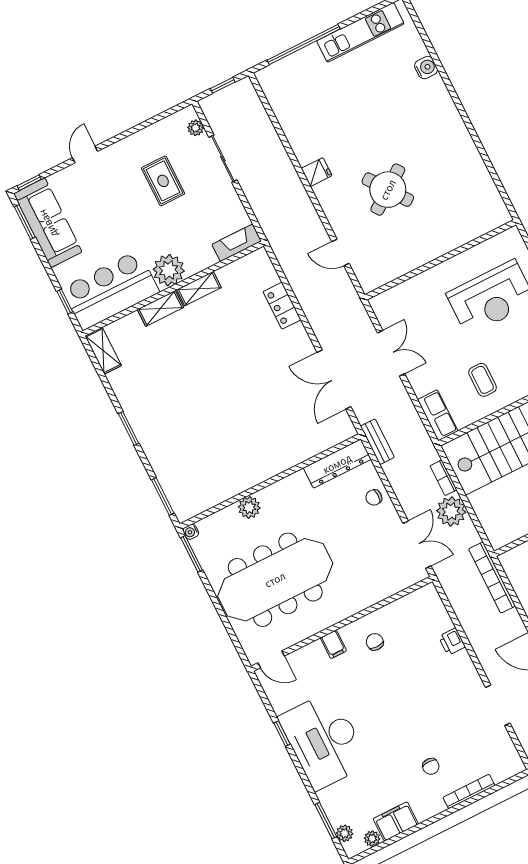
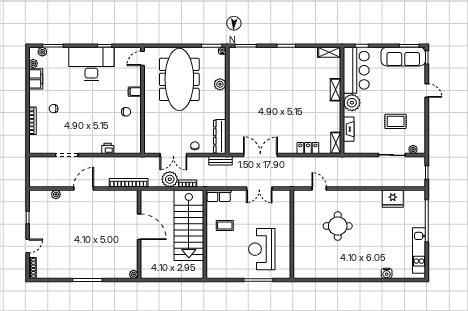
fridge: (317, 172) -> (393, 199), moved, width x1.88, depth x1.34
round table: (388, 190) -> (338, 226), turned 36
fireplace: (237, 243) -> (349, 129), moved
door: (340, 252) -> (319, 189), hinge flipped
shelving: (199, 289) -> (336, 143), moved
double door: (417, 545) -> (173, 155), moved

